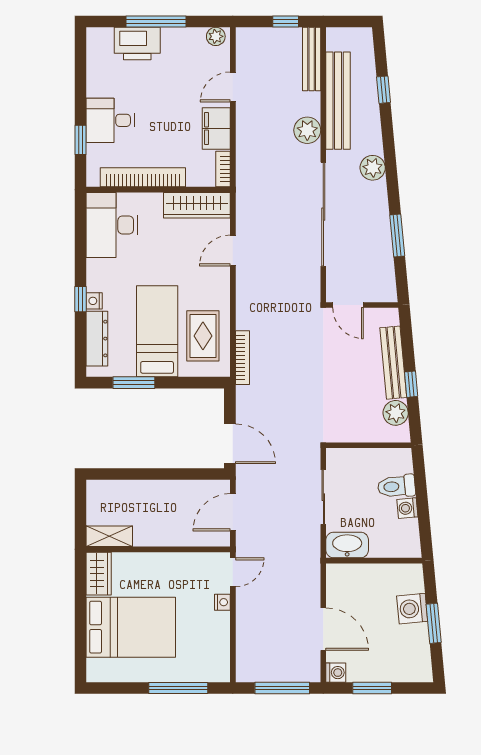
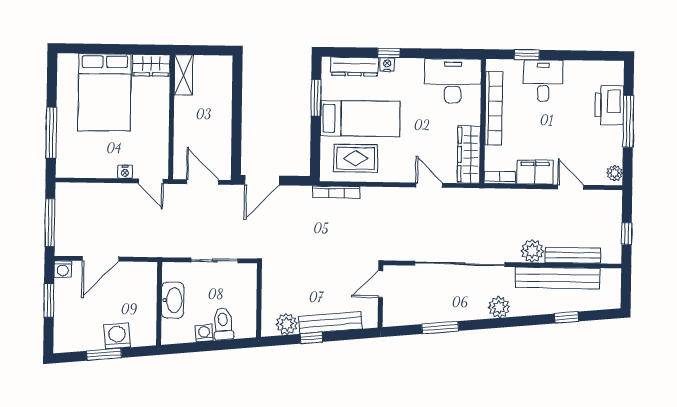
bench: (312, 59) -> (573, 255), moved
washbasin: (347, 545) -> (173, 300), moved

